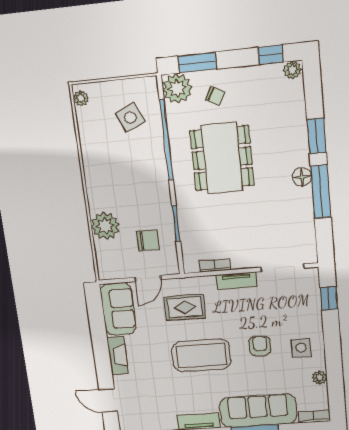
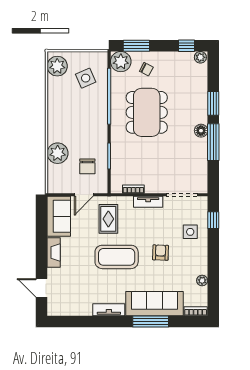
plant: (81, 98) -> (57, 66), width x1.88, depth x1.88
chair: (148, 240) -> (87, 166), turned 90
rug: (185, 307) -> (108, 219), turned 90
side table: (301, 348) -> (190, 232), moved

